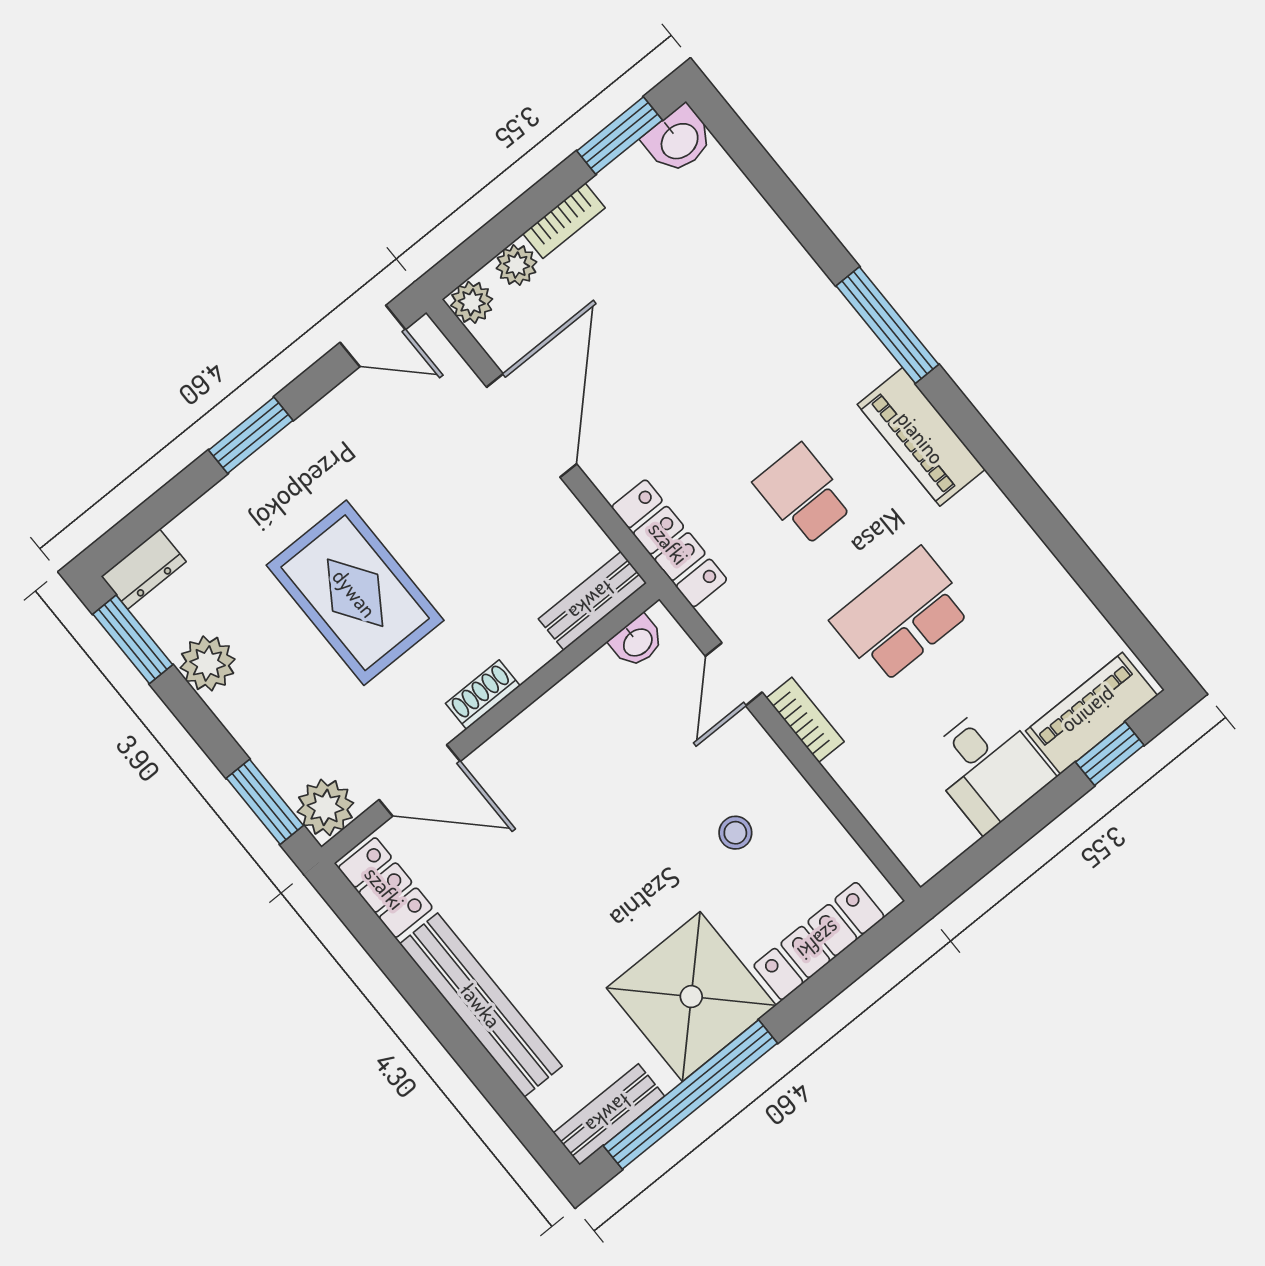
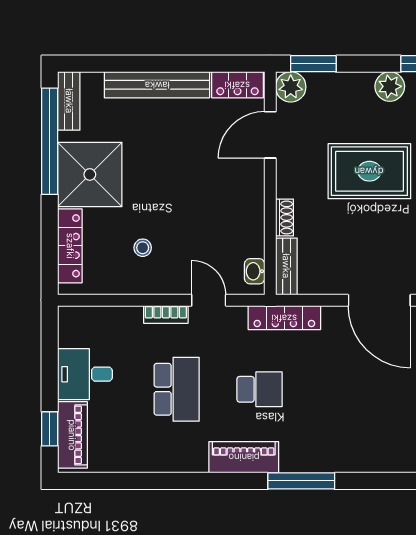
shoe rack: (483, 695) -> (284, 217), moved

